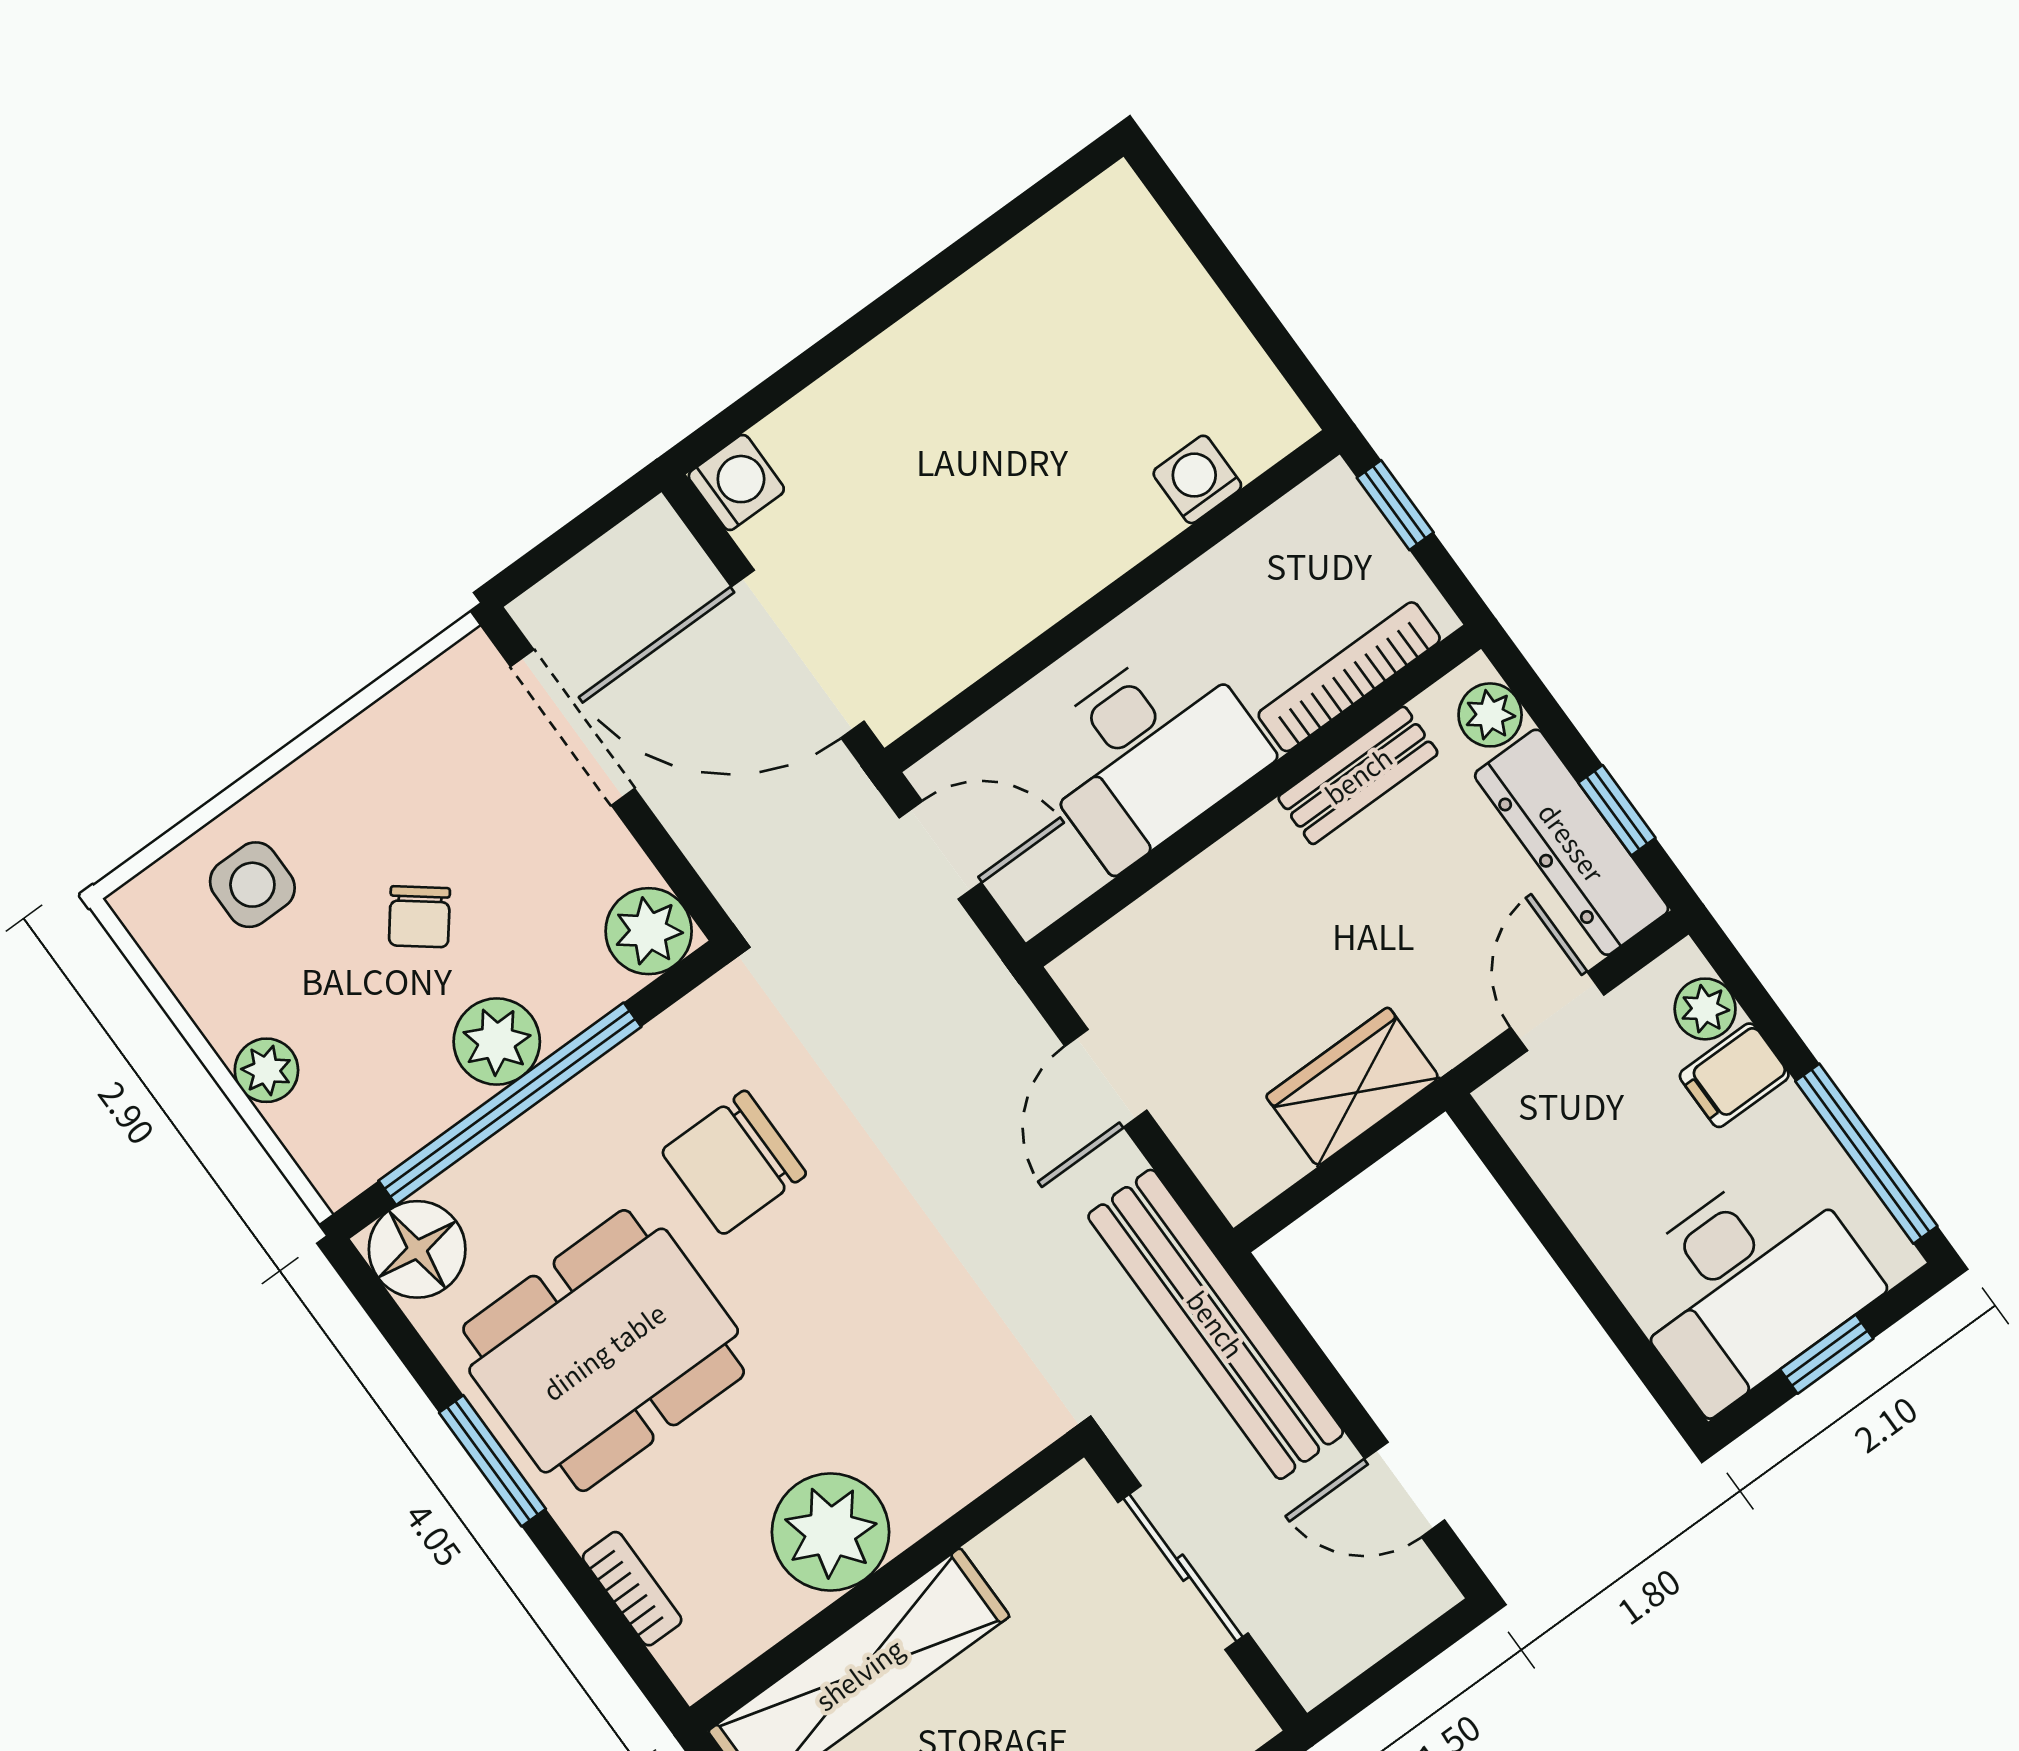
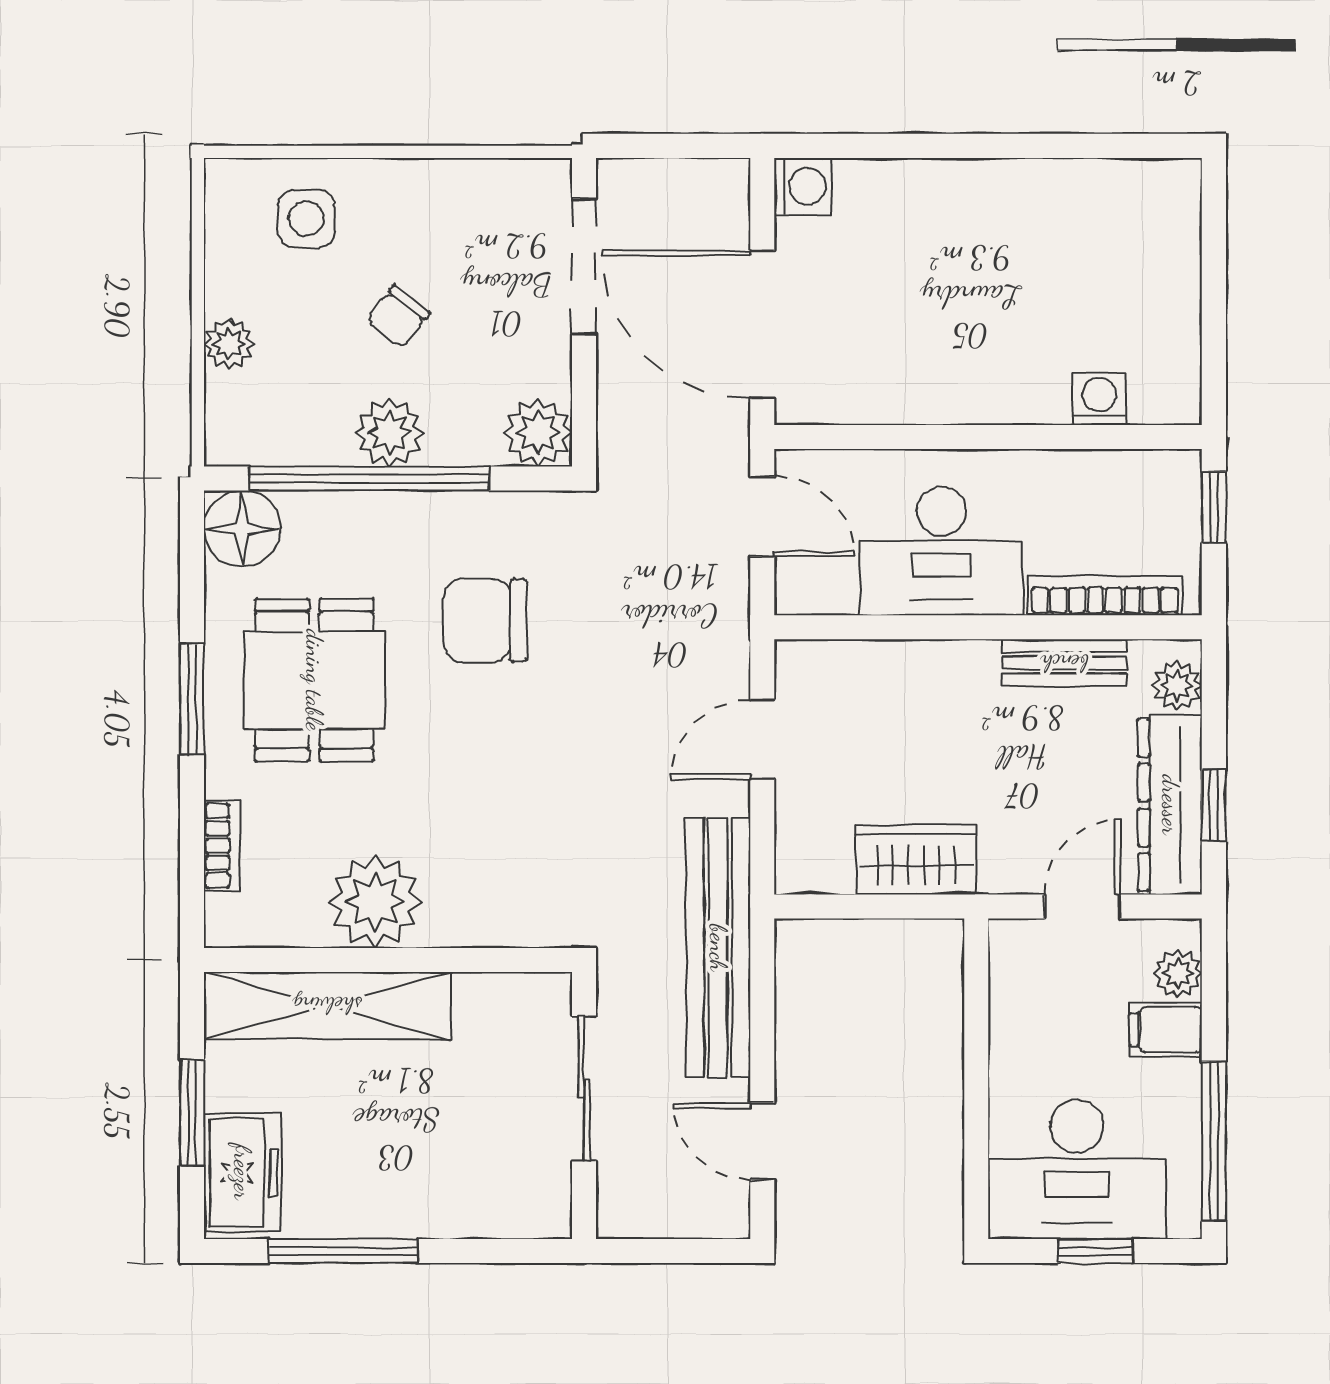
dining table: (604, 1351) -> (314, 680), width x0.73

